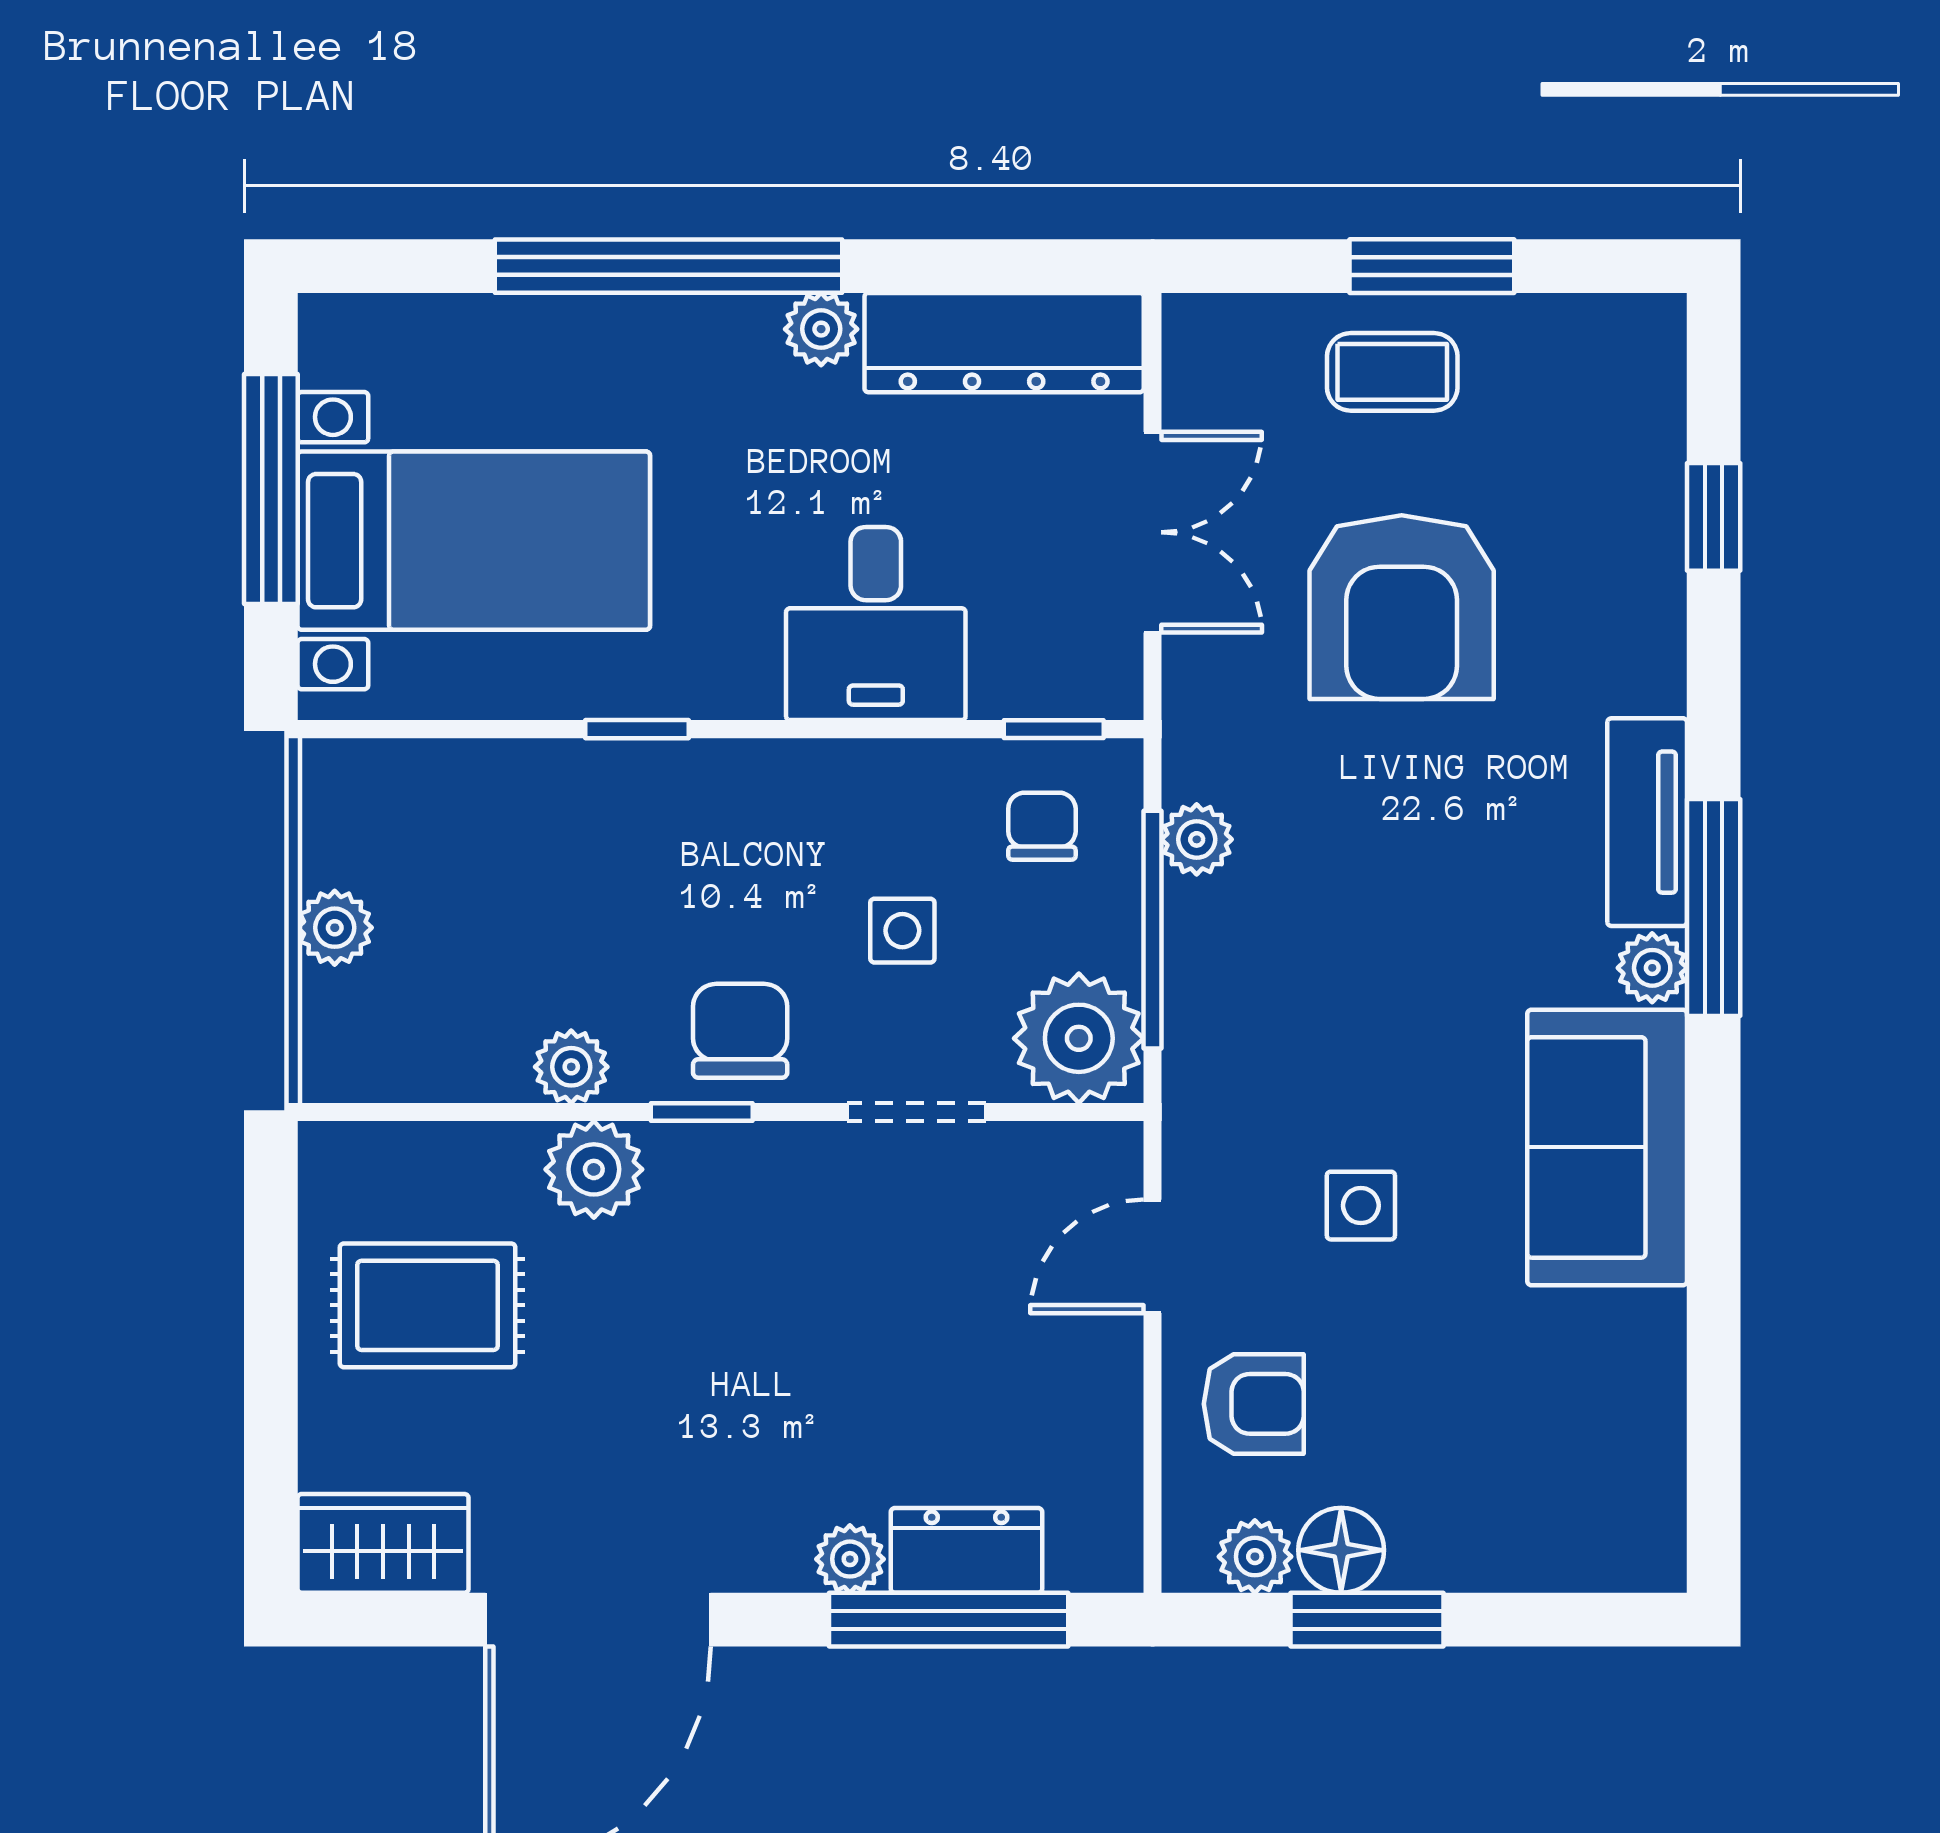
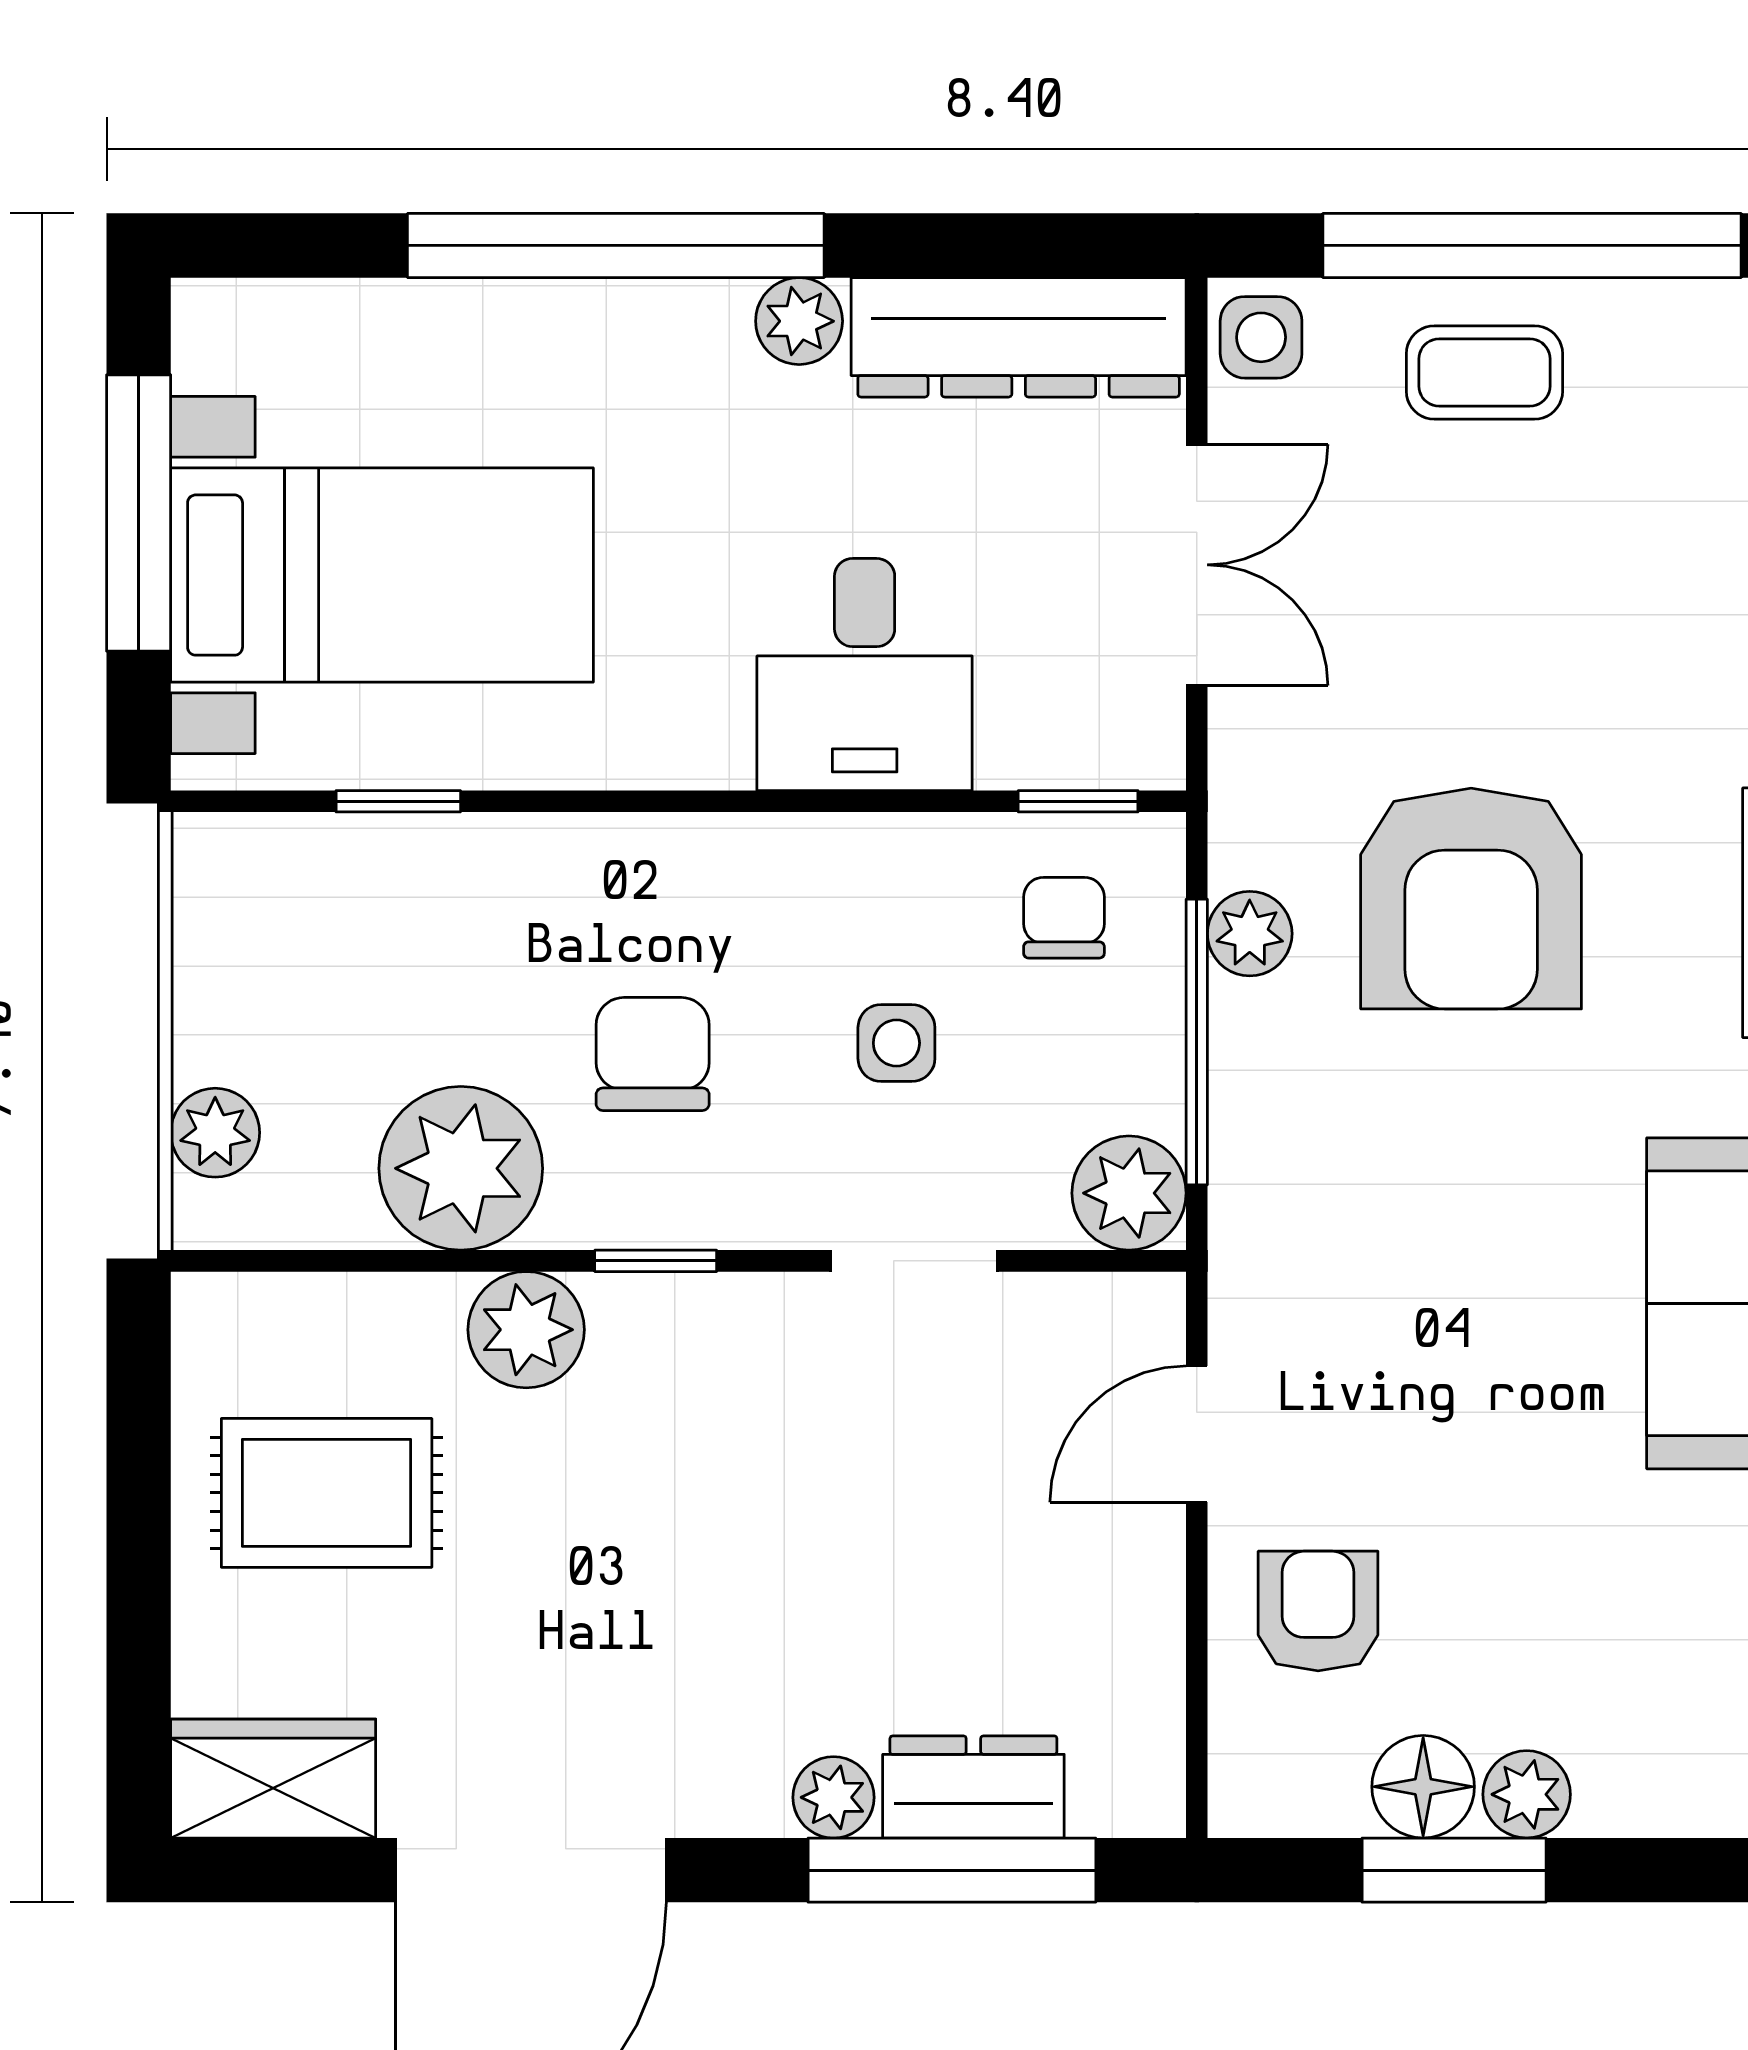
window: (1432, 266) -> (1532, 245), width x2.11
armchair: (1402, 607) -> (1471, 899), moved
window: (637, 729) -> (398, 801), moved
plant: (335, 928) -> (215, 1133), moved
chair: (740, 1031) -> (653, 1054), moved
plant: (1079, 1038) -> (1129, 1193), width x0.73, depth x0.73
plant: (571, 1067) -> (461, 1168), width x1.87, depth x1.87
side table: (1361, 1206) -> (1261, 337), moved
armchair: (1254, 1404) -> (1318, 1611), turned -90
plant: (1255, 1557) -> (1527, 1794), moved

